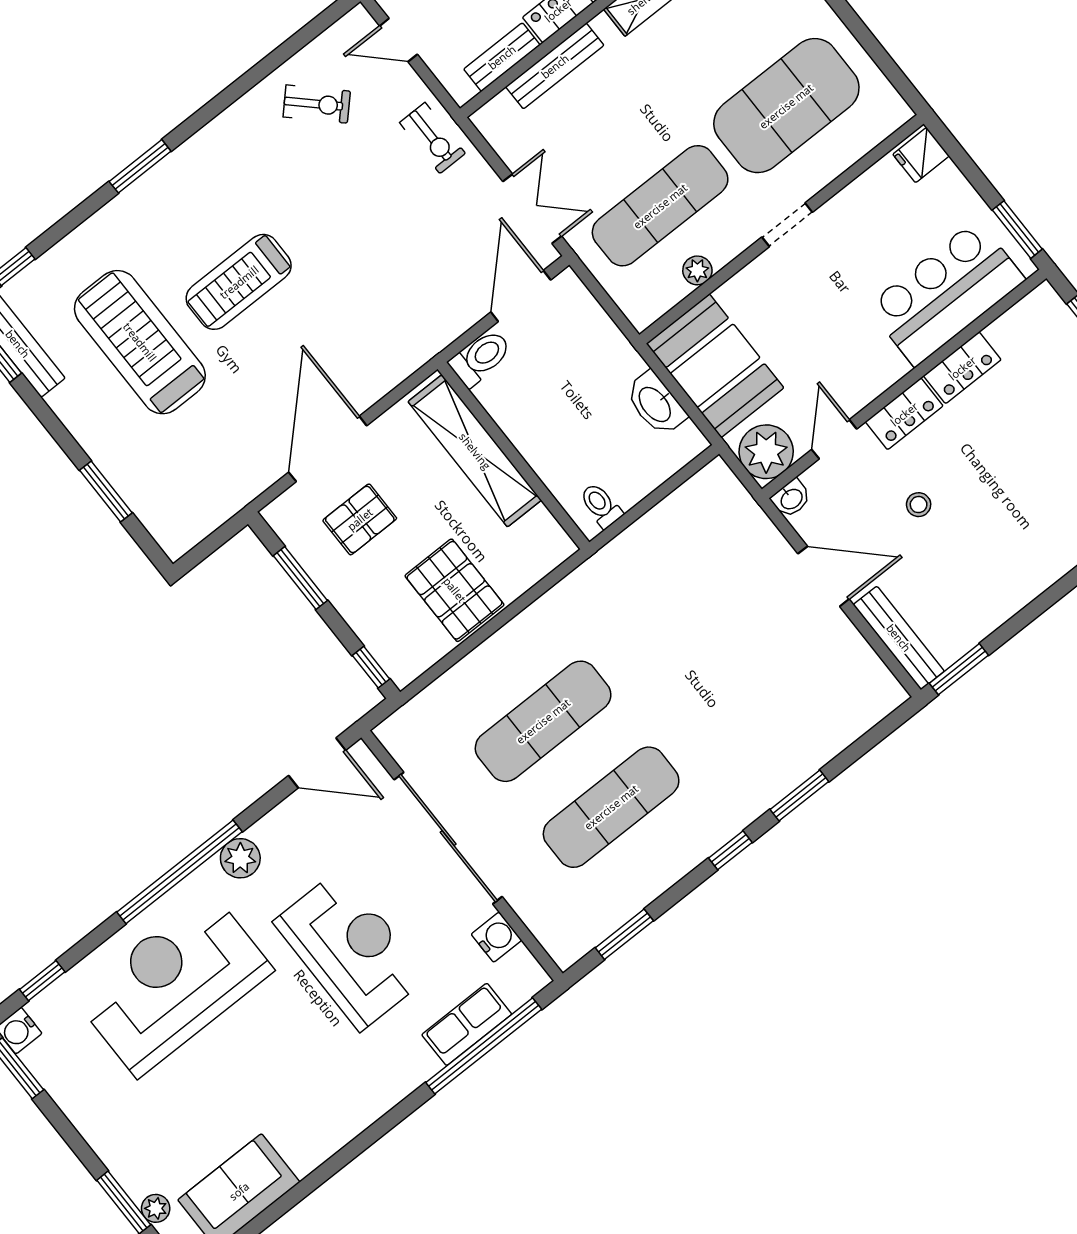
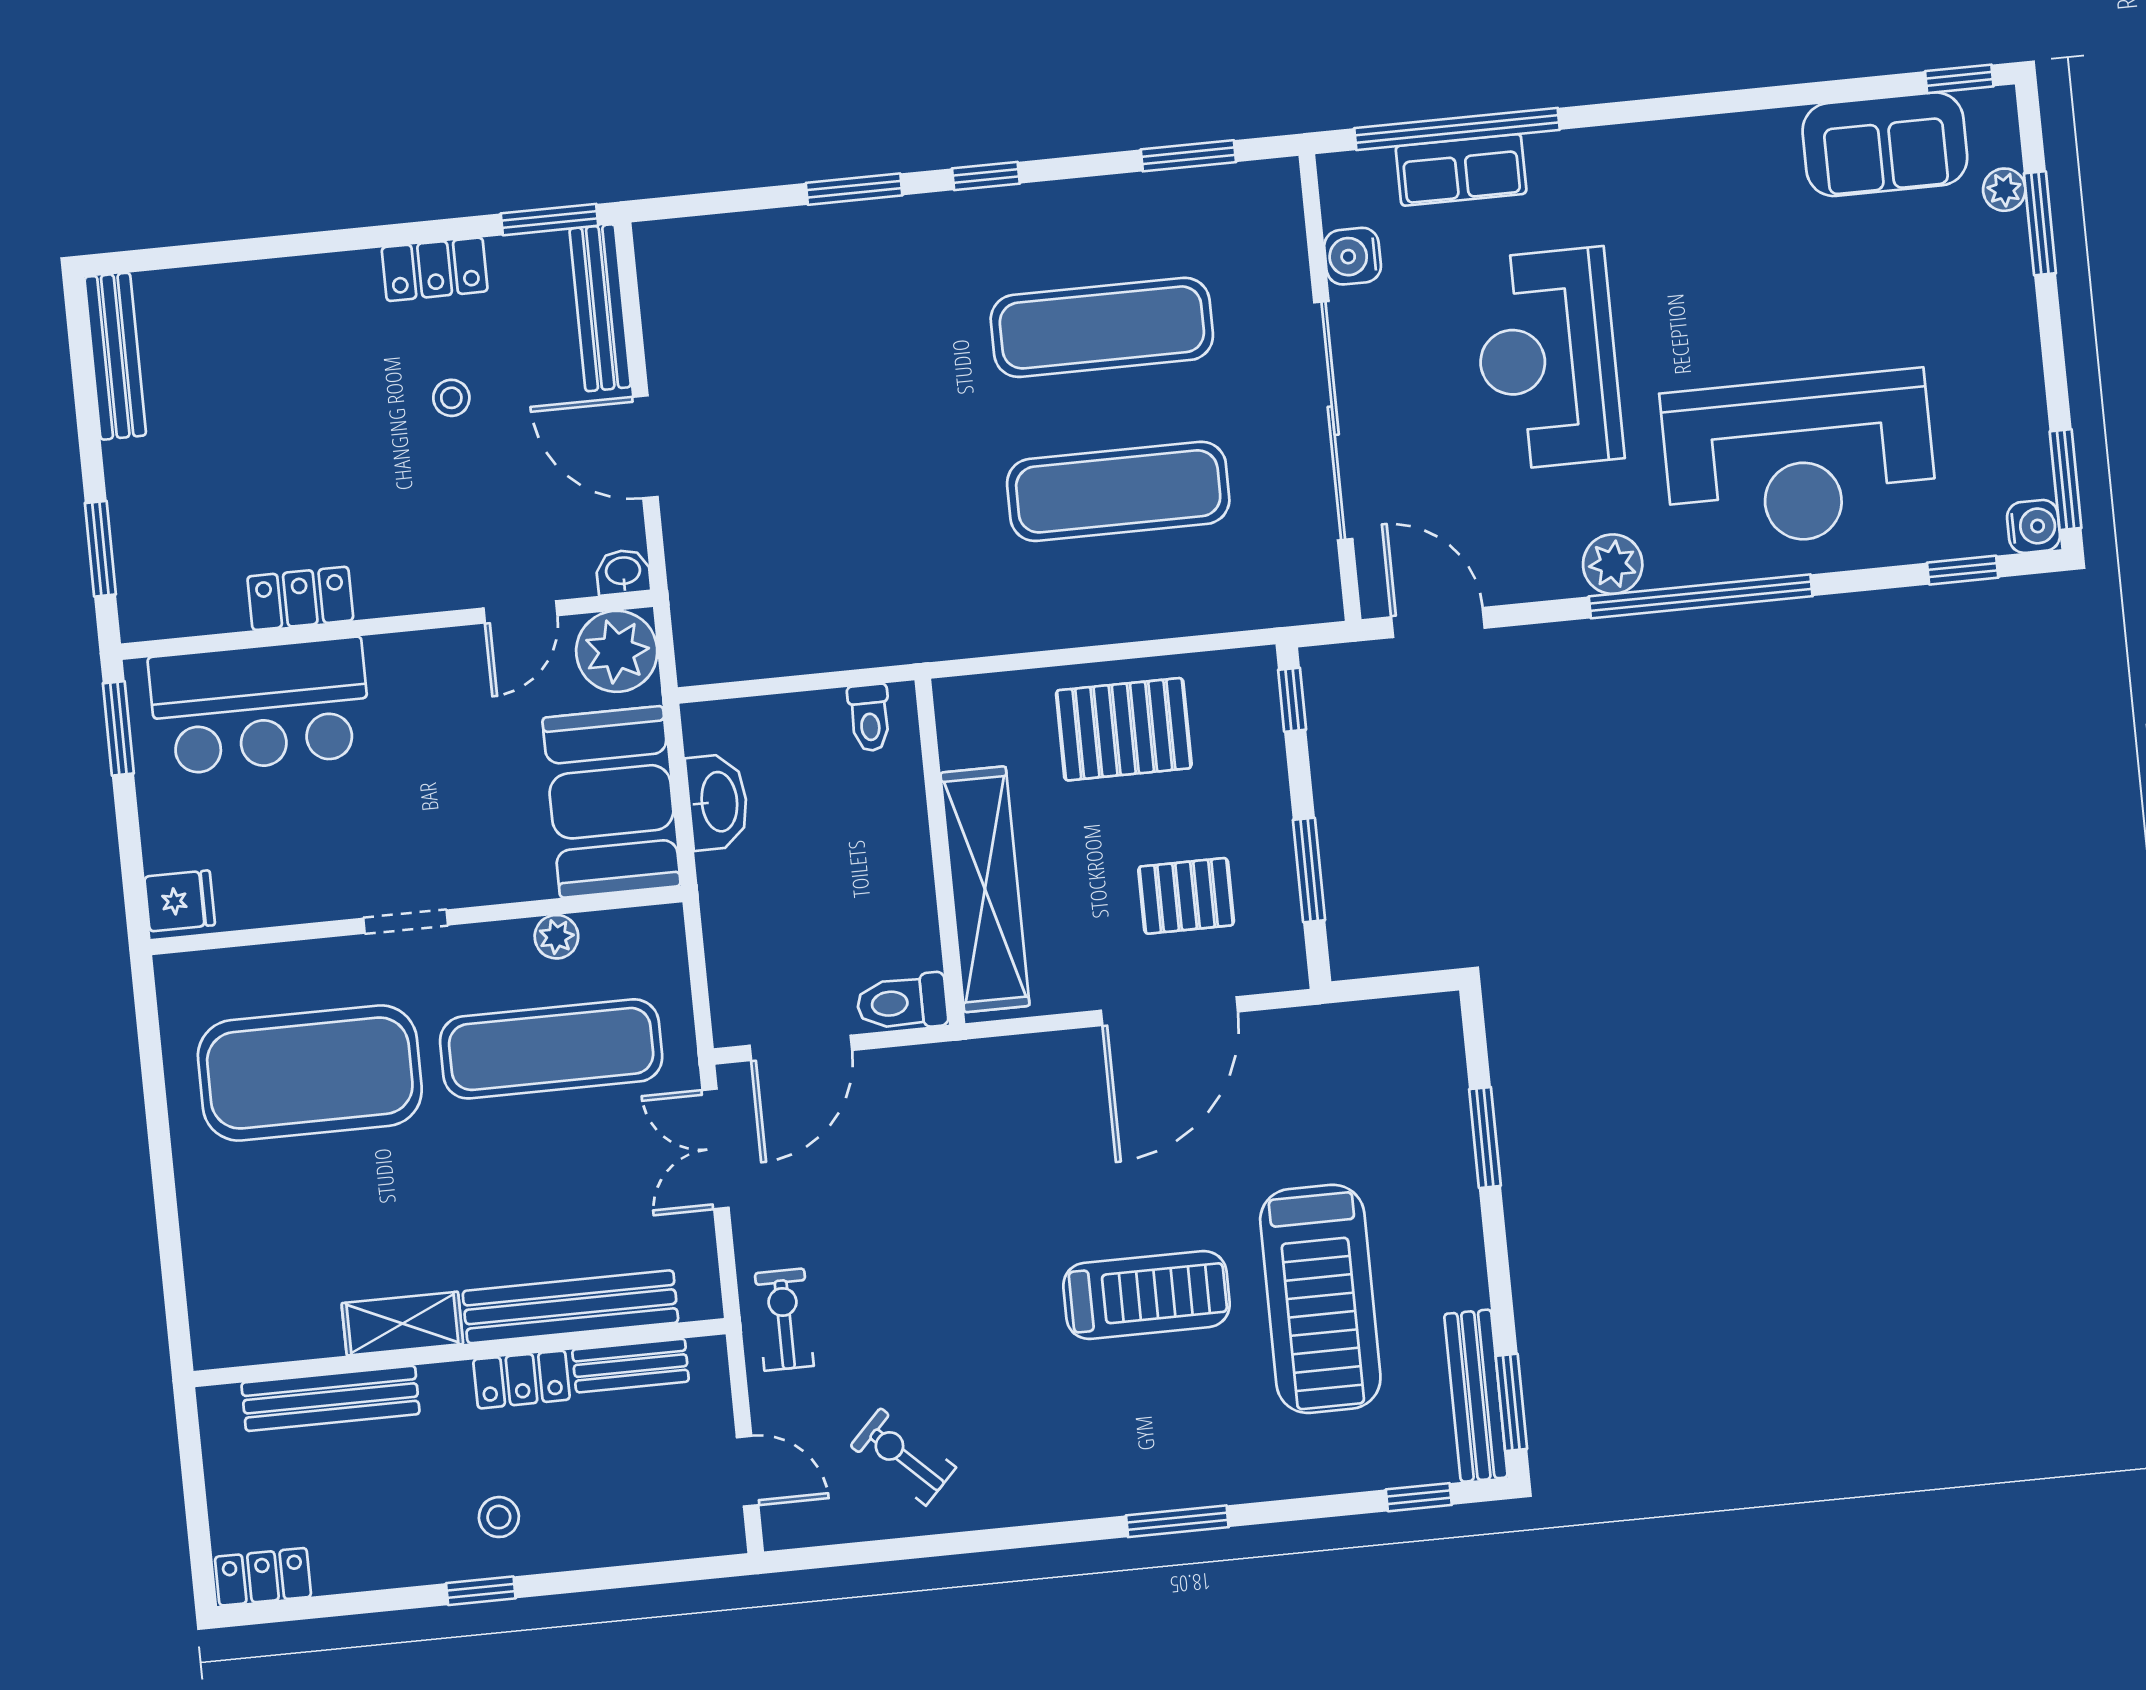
bench: (555, 66) -> (570, 1307), width x1.37, depth x1.21
locker: (904, 414) -> (435, 269), moved, turned 180
stool: (919, 505) -> (451, 398), moved
pallet: (455, 590) -> (1124, 729), turned 90

